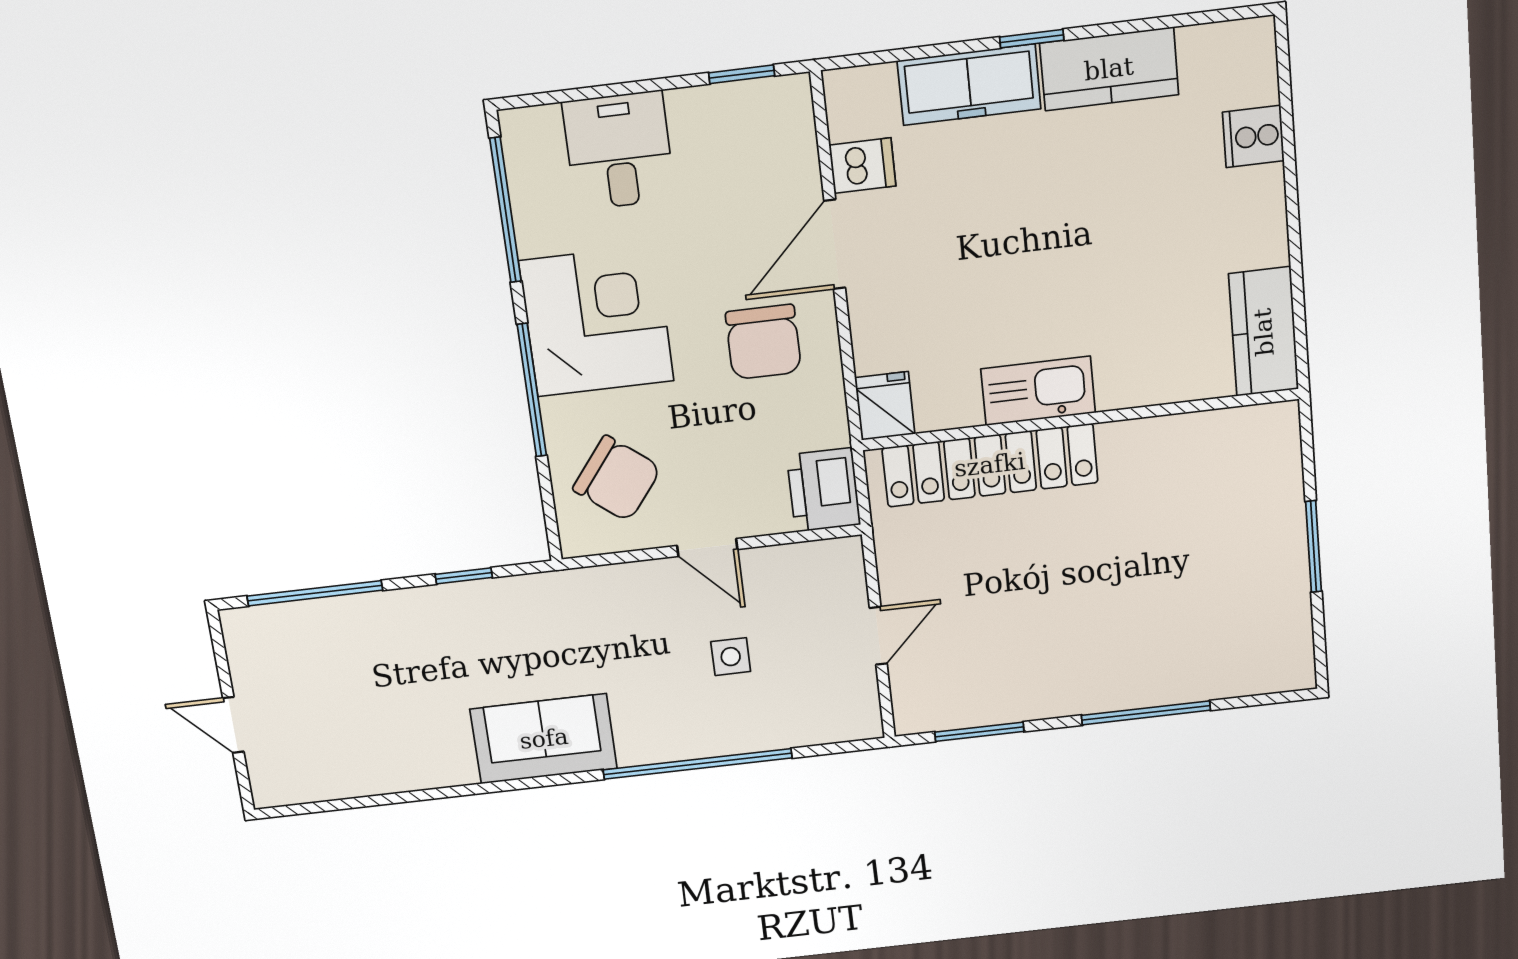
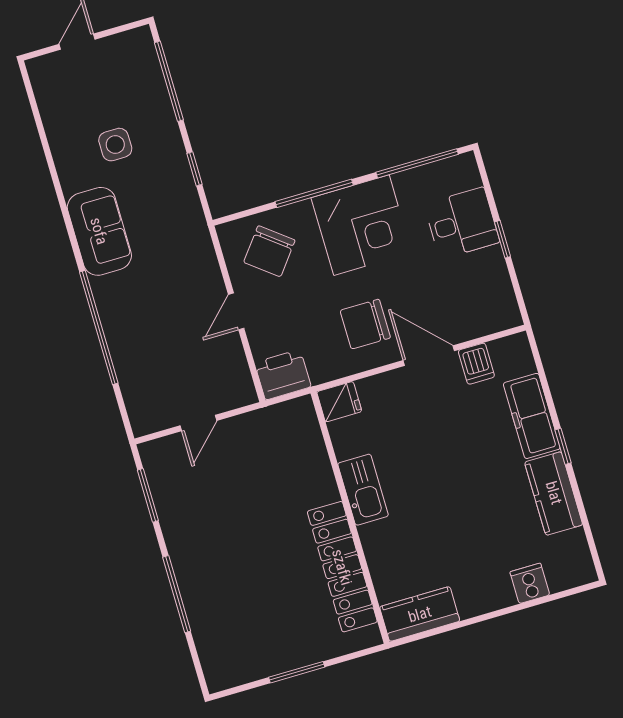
window: (742, 74) -> (502, 239), moved
locker: (990, 465) -> (342, 567), moved
door: (878, 636) -> (198, 423), hinge flipped
side table: (731, 657) -> (115, 145), moved, width x1.37, depth x1.37

